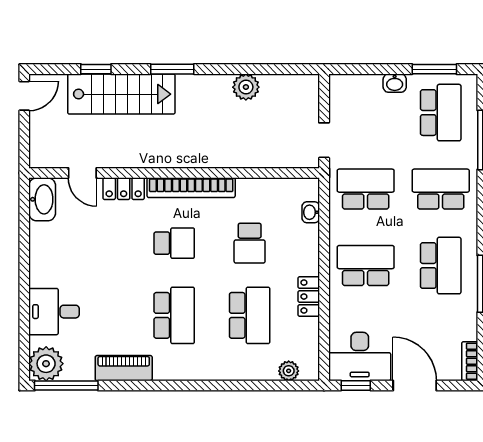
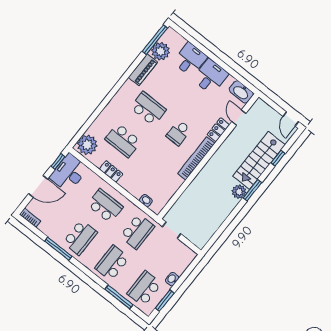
plant: (246, 87) -> (239, 192), moved
school desk: (441, 113) -> (144, 289), turned 90
door: (82, 173) -> (239, 118), hinge flipped
school desk: (441, 189) -> (112, 263), turned 180
school desk: (250, 243) -> (153, 164), removed
desk: (55, 262) -> (210, 76), added
school desk: (366, 266) -> (105, 206), turned -90
school desk: (441, 266) -> (80, 237), turned -90
school desk: (174, 315) -> (148, 109), turned 180
plant: (46, 364) -> (161, 51), moved
plant: (289, 371) -> (87, 145), width x1.87, depth x1.87

